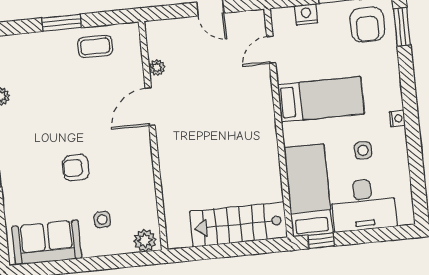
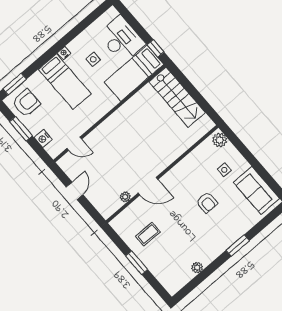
coffee table: (95, 47) -> (148, 234), moved, turned 90
bed: (321, 99) -> (65, 81), moved, turned 180

